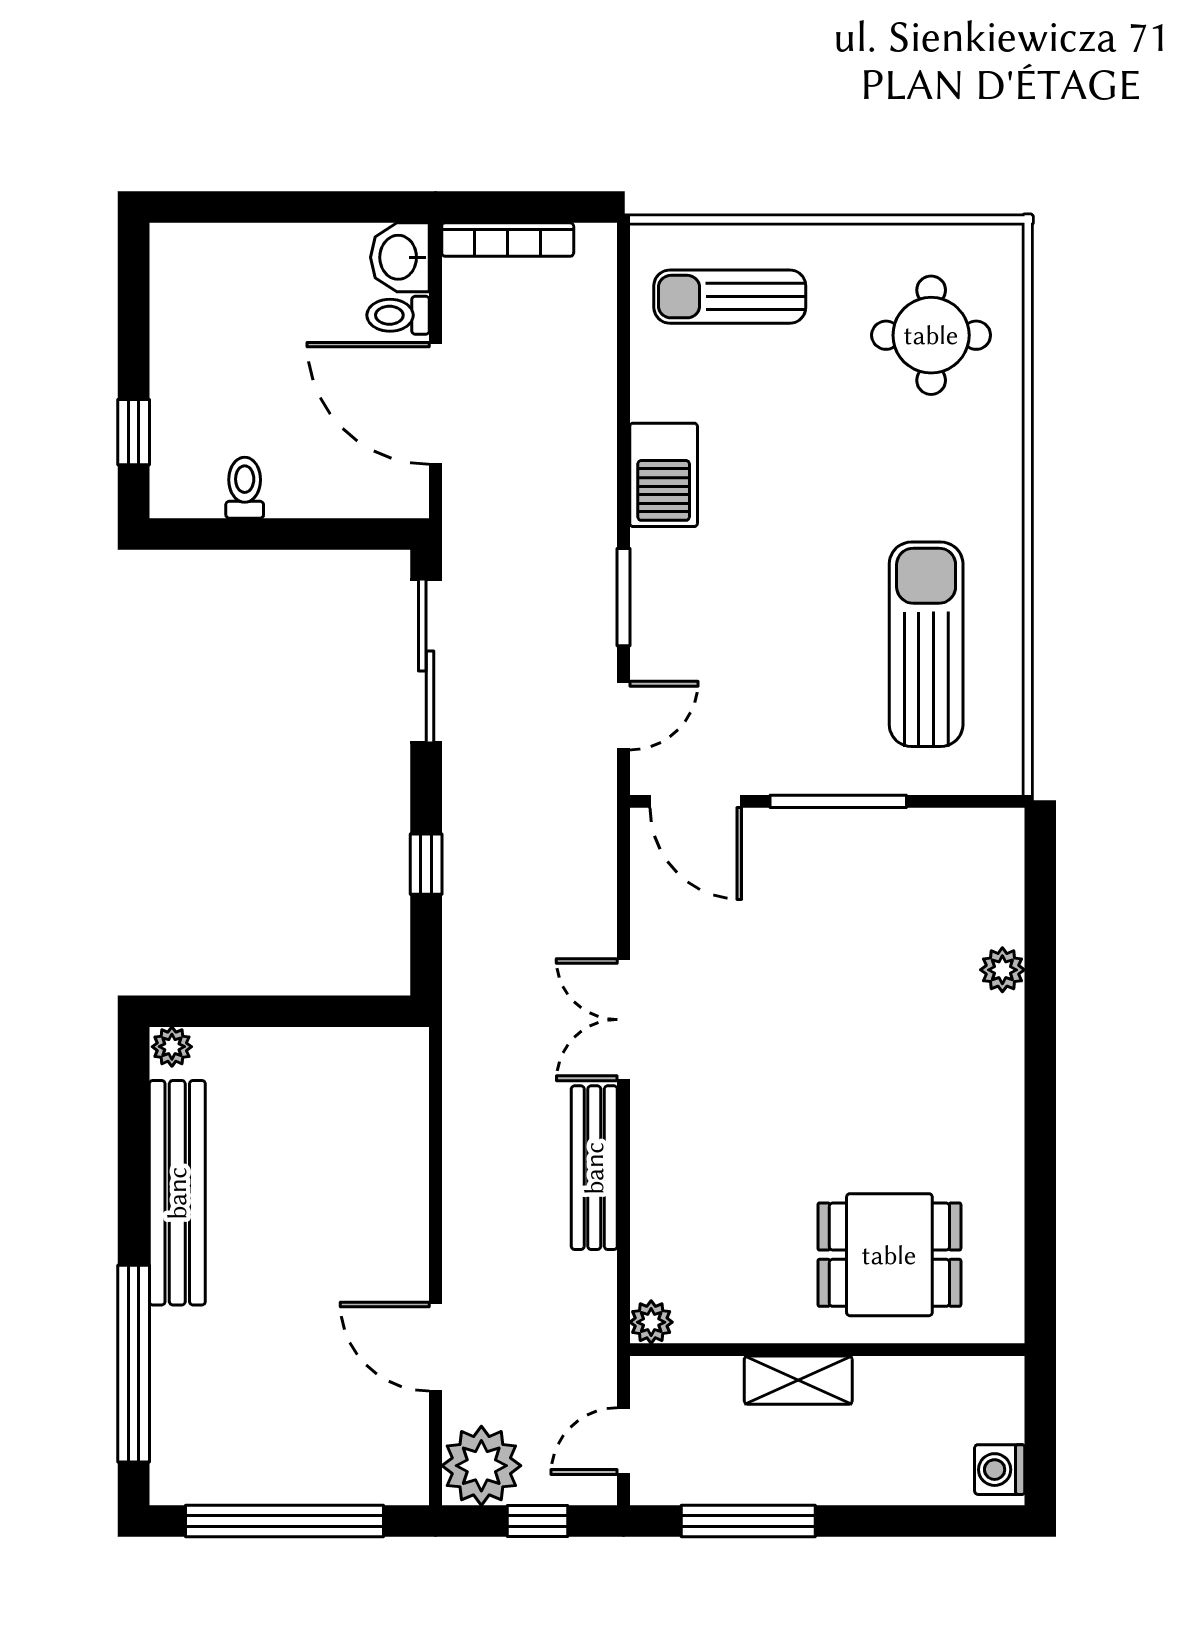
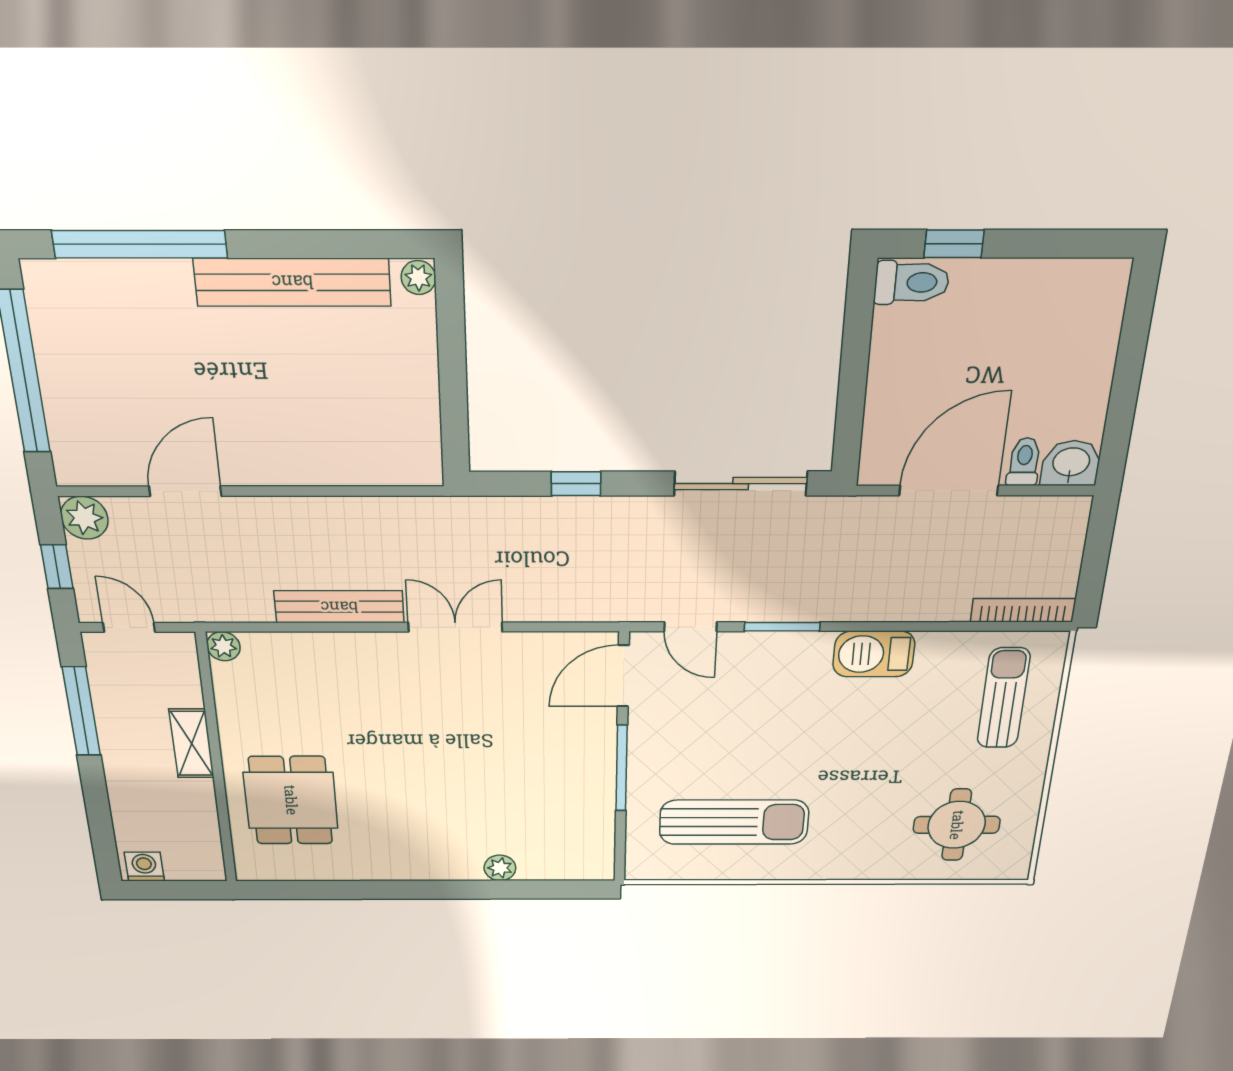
bookcase: (508, 240) -> (1023, 610), moved, turned 90
toilet: (245, 488) -> (912, 282), moved, width x1.37, depth x1.39
plant: (481, 1466) -> (84, 518), width x0.73, depth x0.73

